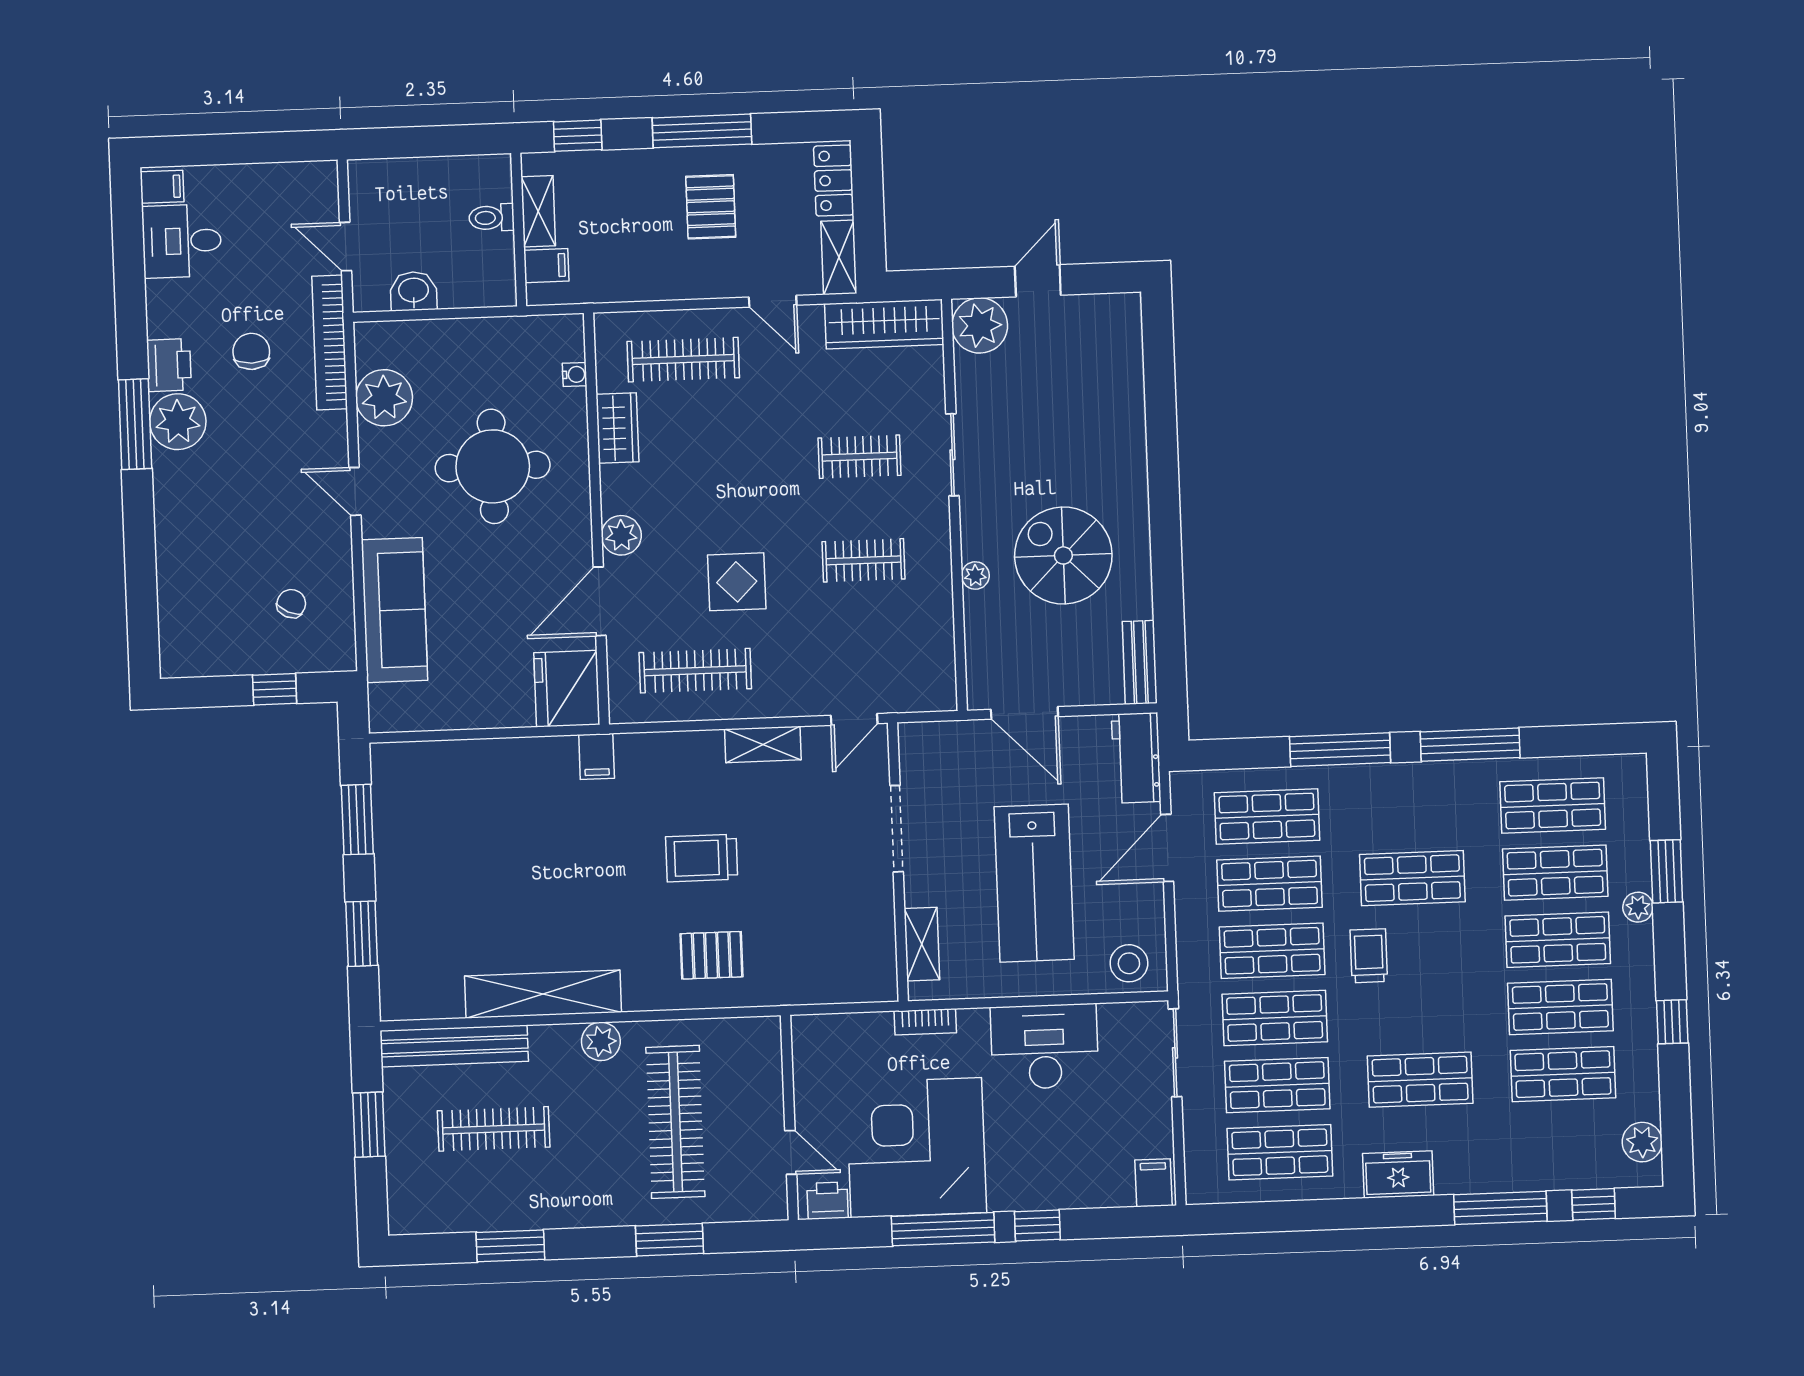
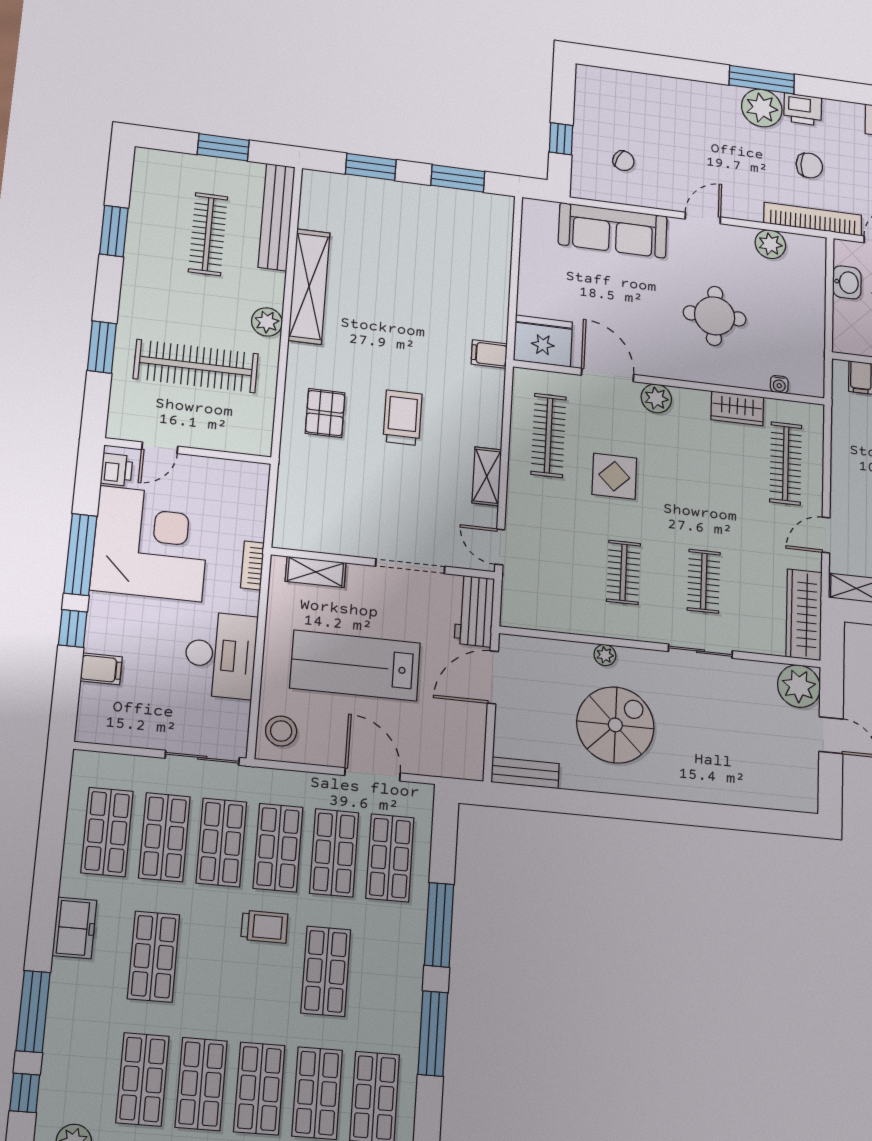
plant: (384, 398) -> (770, 244), width x0.73, depth x0.73
round table: (493, 466) -> (715, 316), width x0.73, depth x0.73
workbench: (1136, 758) -> (474, 611), moved, turned -90
filing cabinet: (1153, 1183) -> (101, 669), moved

